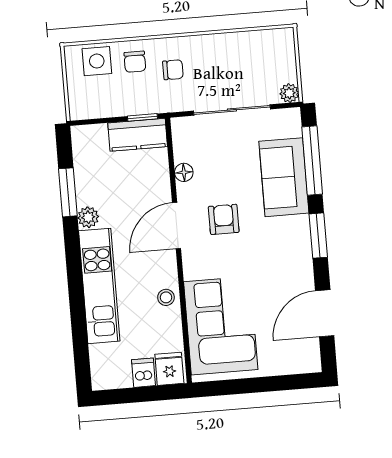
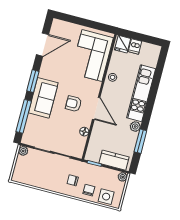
plant: (78, 111) -> (123, 177), added
kitchen counter: (138, 135) -> (114, 160), moved
sofa: (284, 177) -> (43, 98), moved
armchair: (224, 219) -> (74, 104), turned 90
door: (176, 226) -> (96, 108), hinge flipped

